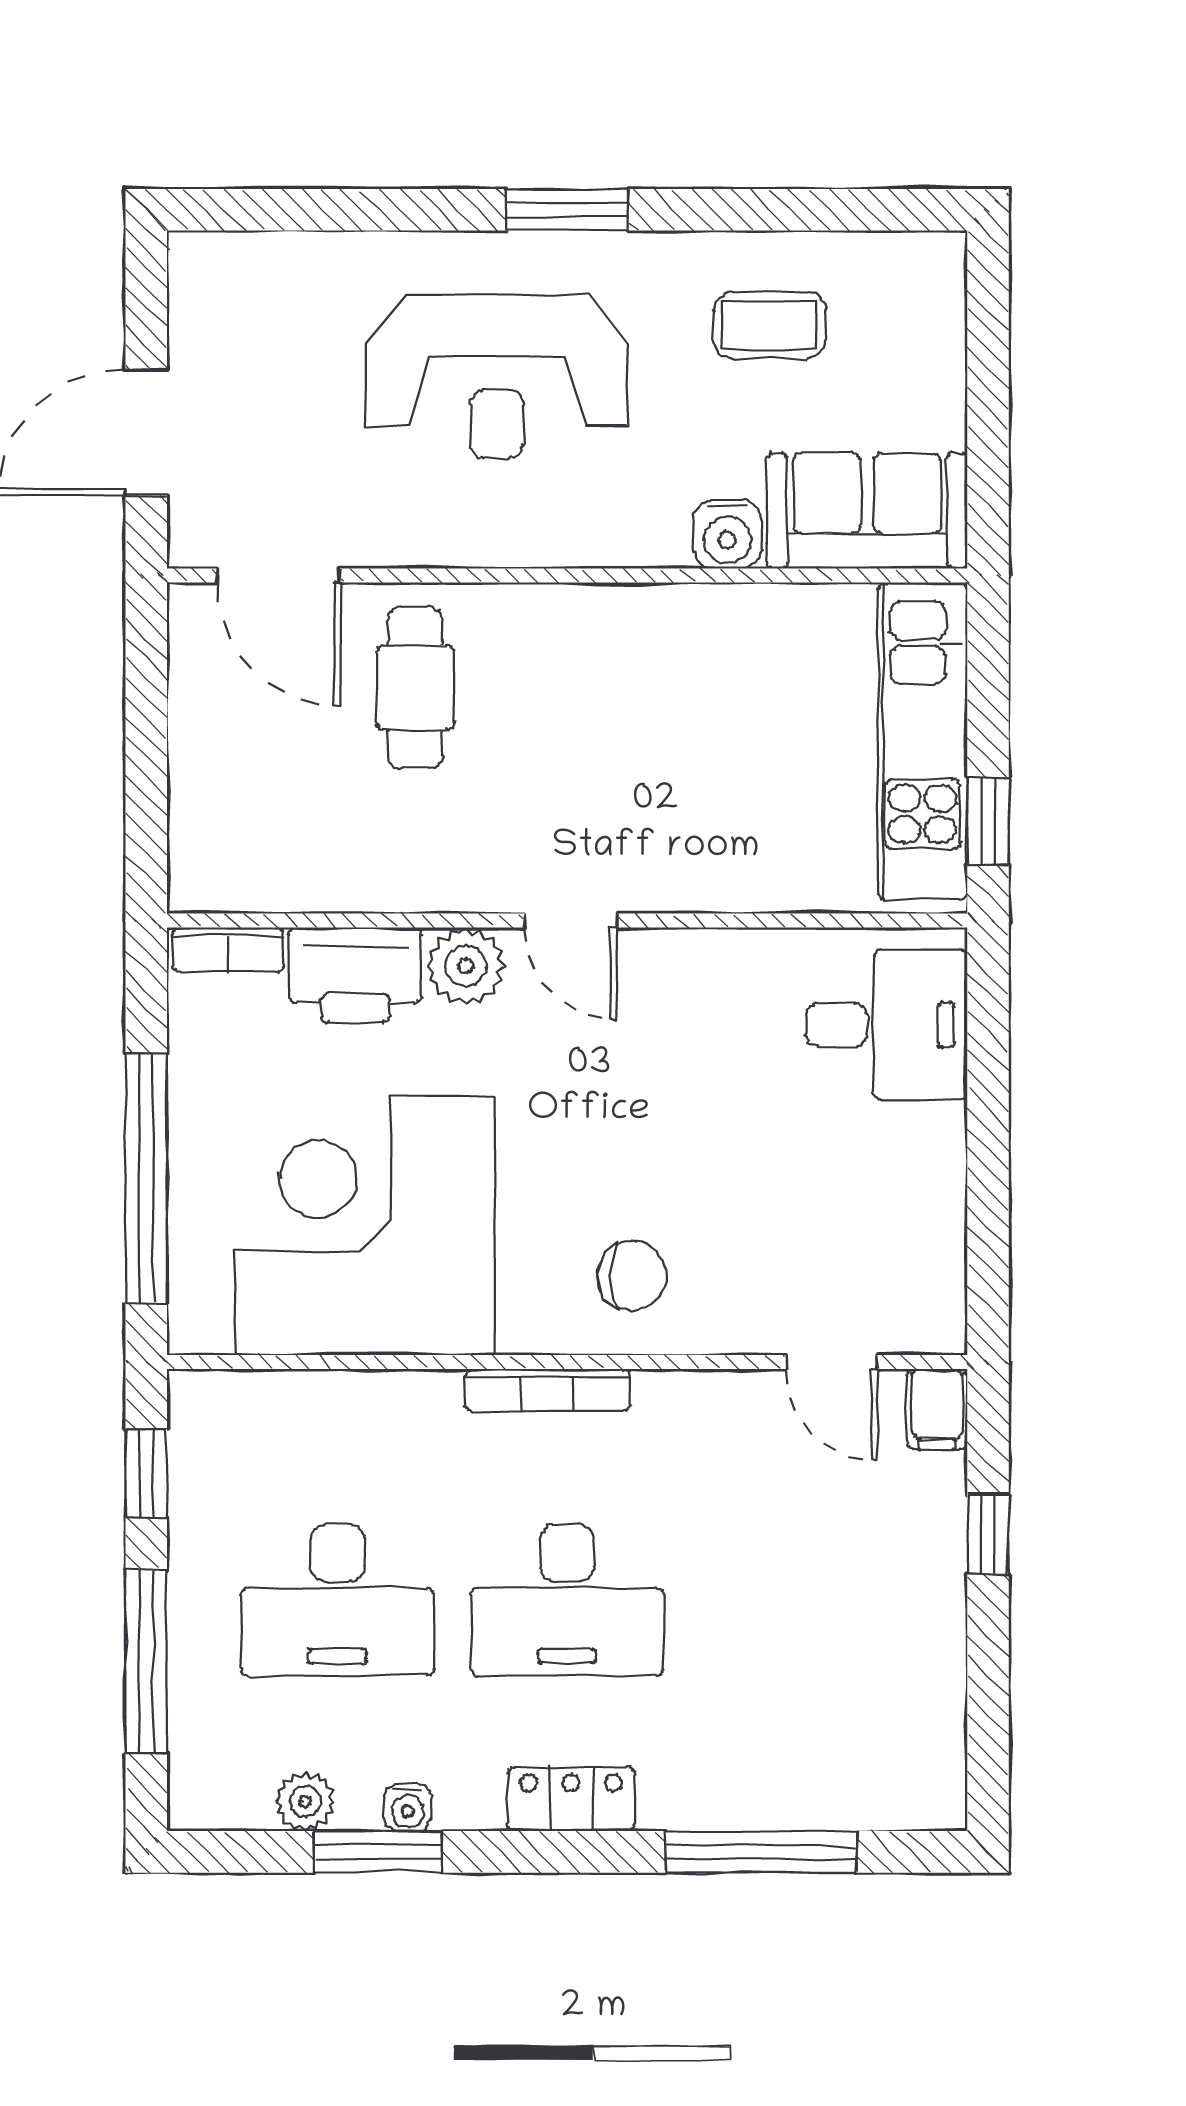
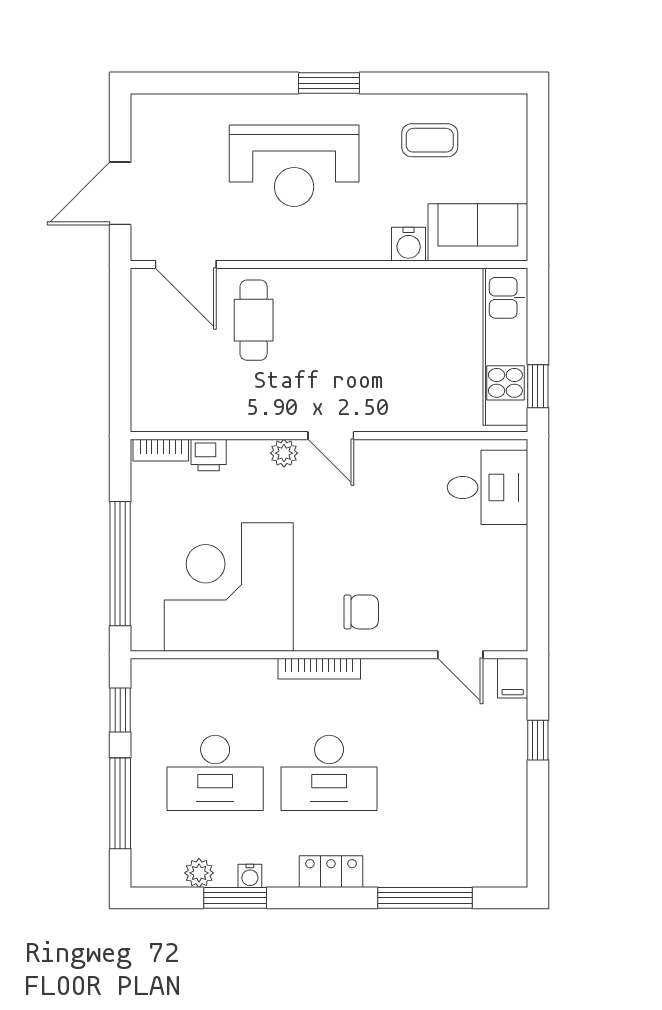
plant: (466, 966) -> (284, 453), width x0.73, depth x0.73
printer: (355, 975) -> (209, 455), width x0.53, depth x0.68

